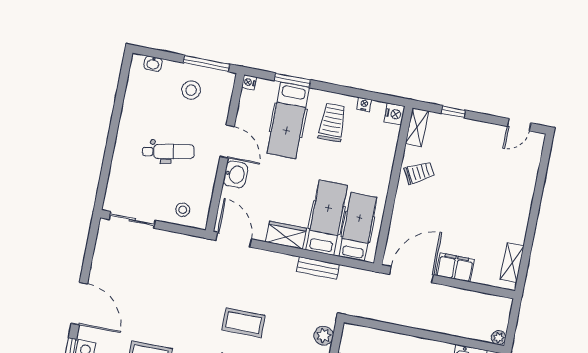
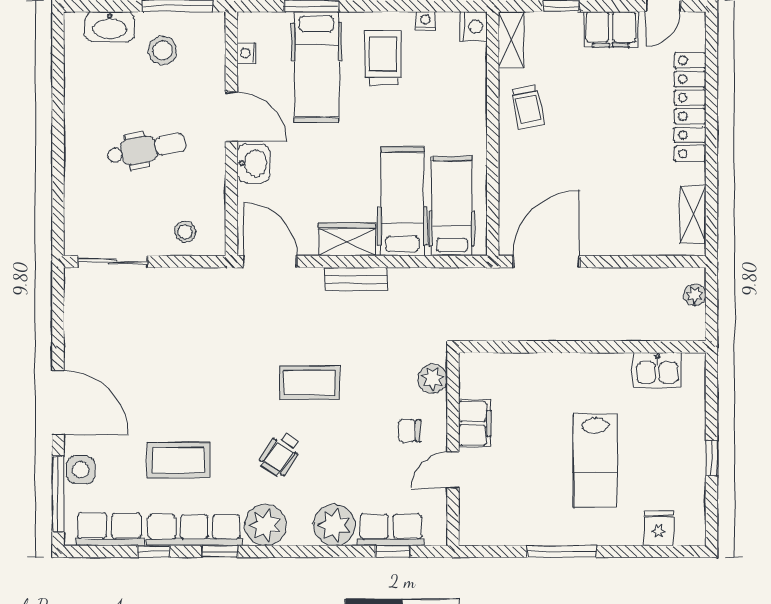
washbasin: (153, 64) -> (110, 27), width x1.91, depth x1.45
nightstand: (249, 82) -> (247, 53), moved
trolley: (419, 173) -> (528, 107), turned 106
locker: (524, 193) -> (690, 107), added
filing cabinet: (455, 267) -> (611, 29), moved, turned 180
bench: (318, 268) -> (356, 279), moved
plant: (499, 338) -> (695, 295), moved

